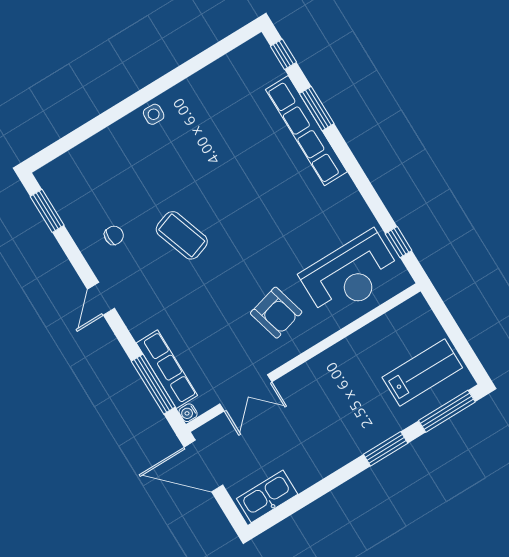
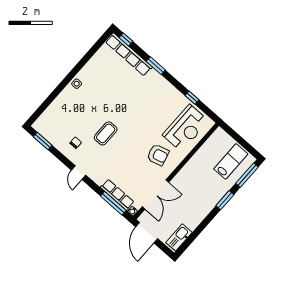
window: (317, 109) -> (156, 66), moved
row of seats: (306, 131) -> (129, 54), moved
coffee table: (182, 235) -> (106, 133), turned -71
window: (399, 242) -> (192, 98), moved
double door: (246, 393) -> (155, 194), width x1.37
door: (203, 466) -> (147, 233), hinge flipped

